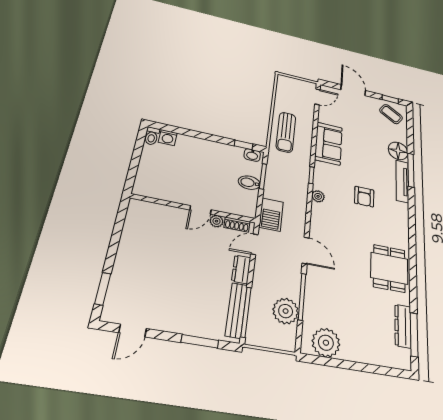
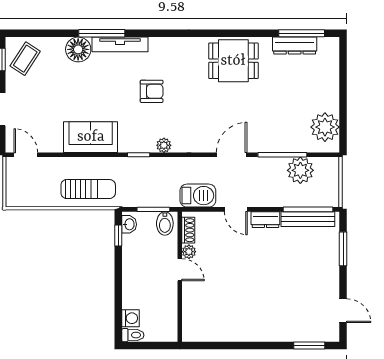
wall: (194, 209) -> (180, 277), moved
door: (200, 210) -> (180, 270), moved
plant: (216, 221) -> (189, 252), moved
shoe rack: (237, 225) -> (188, 230), moved

